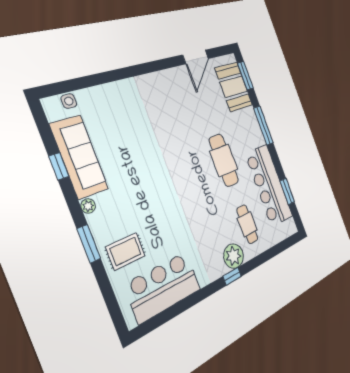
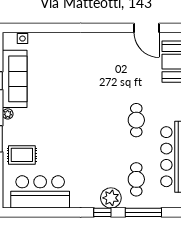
door: (196, 57) -> (146, 28), hinge flipped
cafe table: (224, 160) -> (136, 120), width x0.73, depth x0.74
window: (266, 256) -> (143, 212), added

